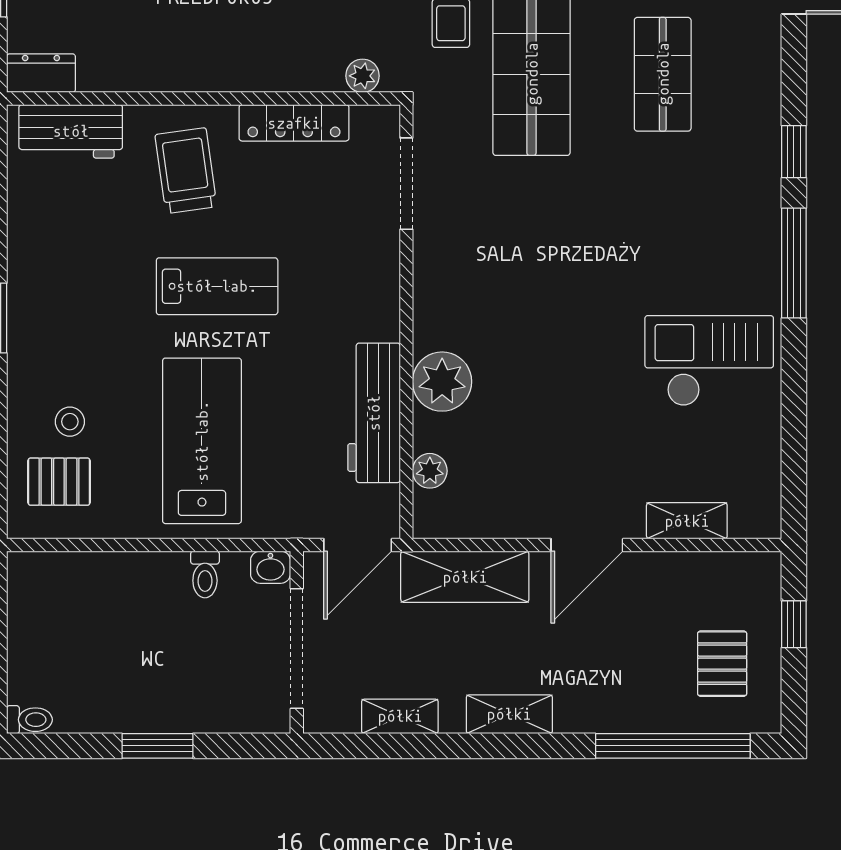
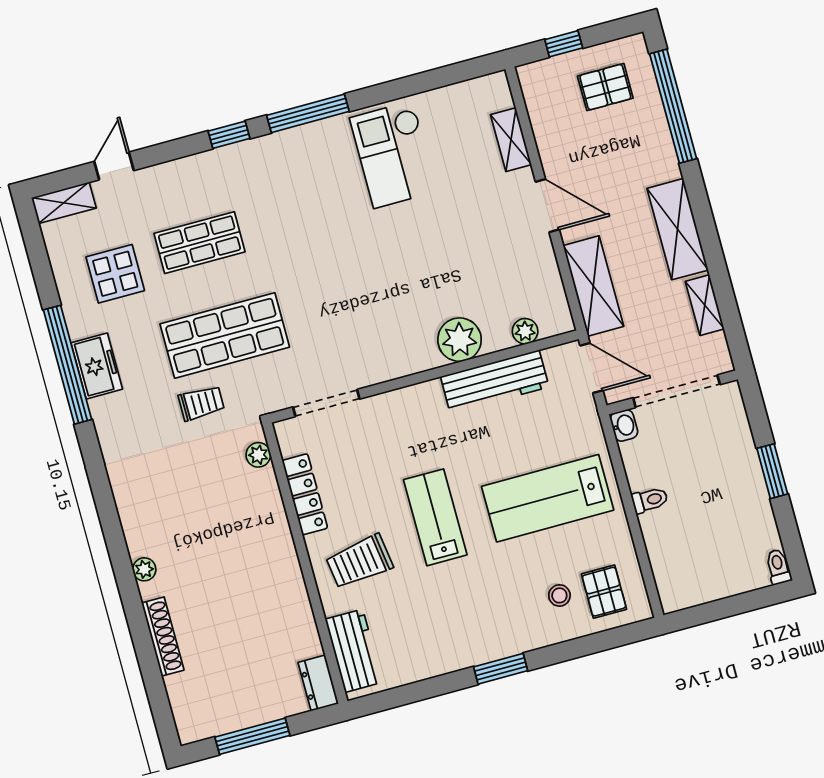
toilet: (205, 574) -> (650, 500), moved
shelving: (509, 714) -> (678, 229), width x1.50, depth x1.33

